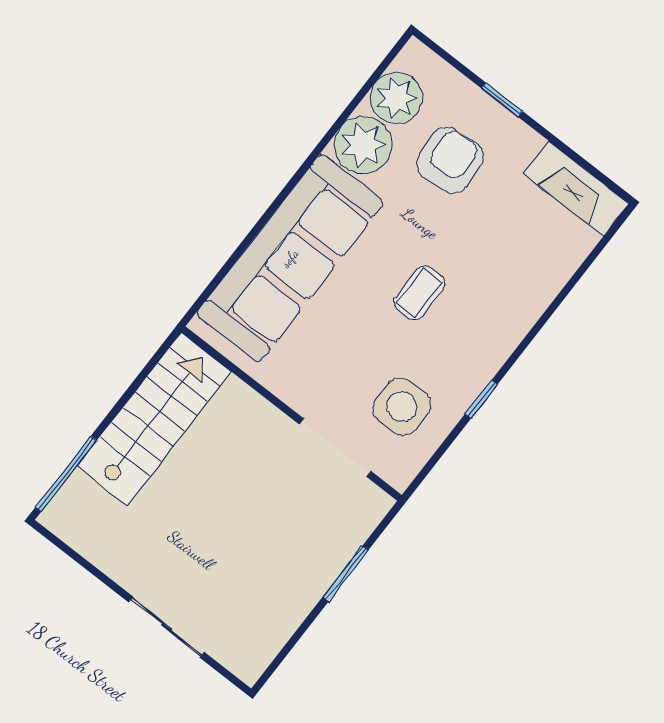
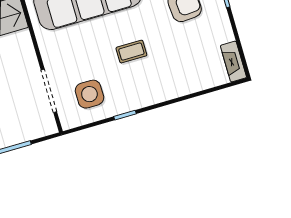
fireplace: (576, 189) -> (233, 62), width x0.73, depth x0.76

